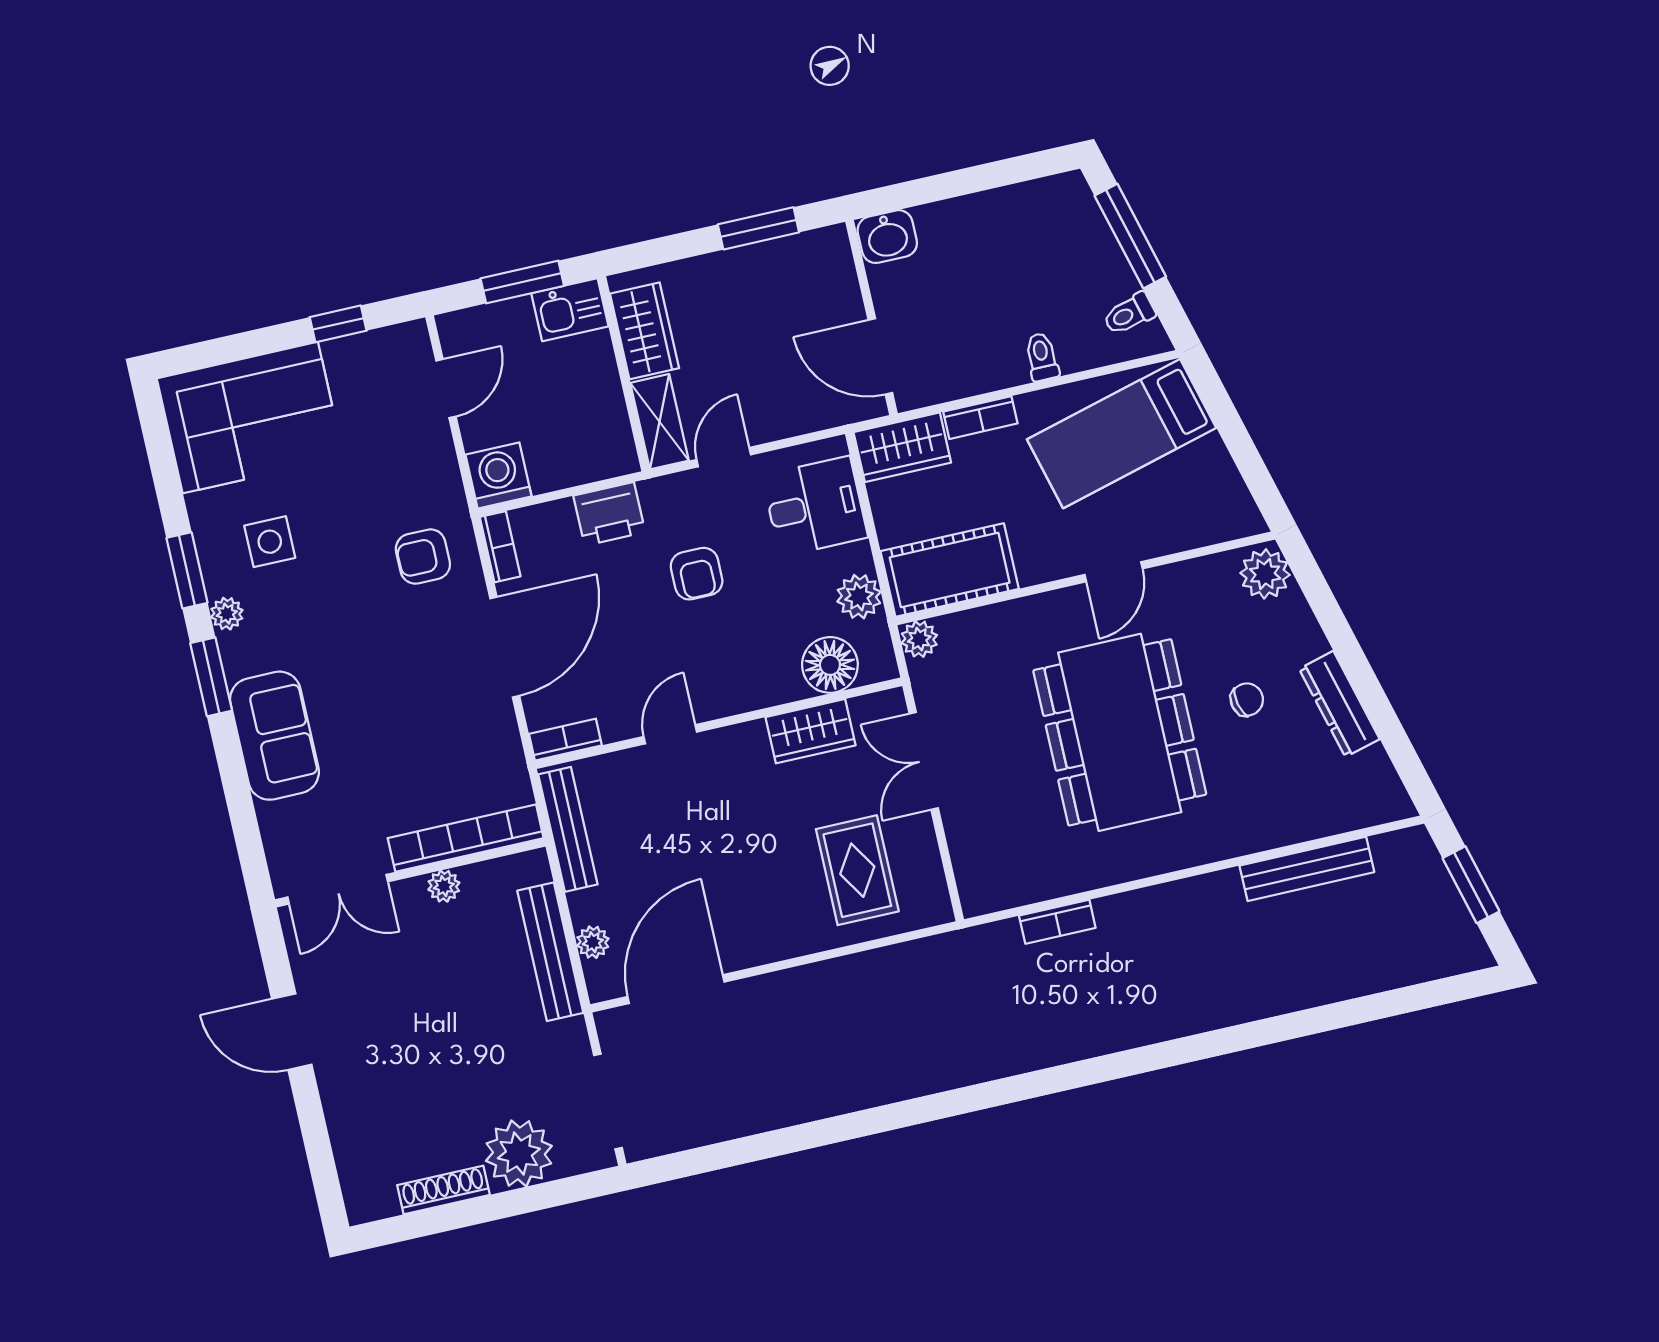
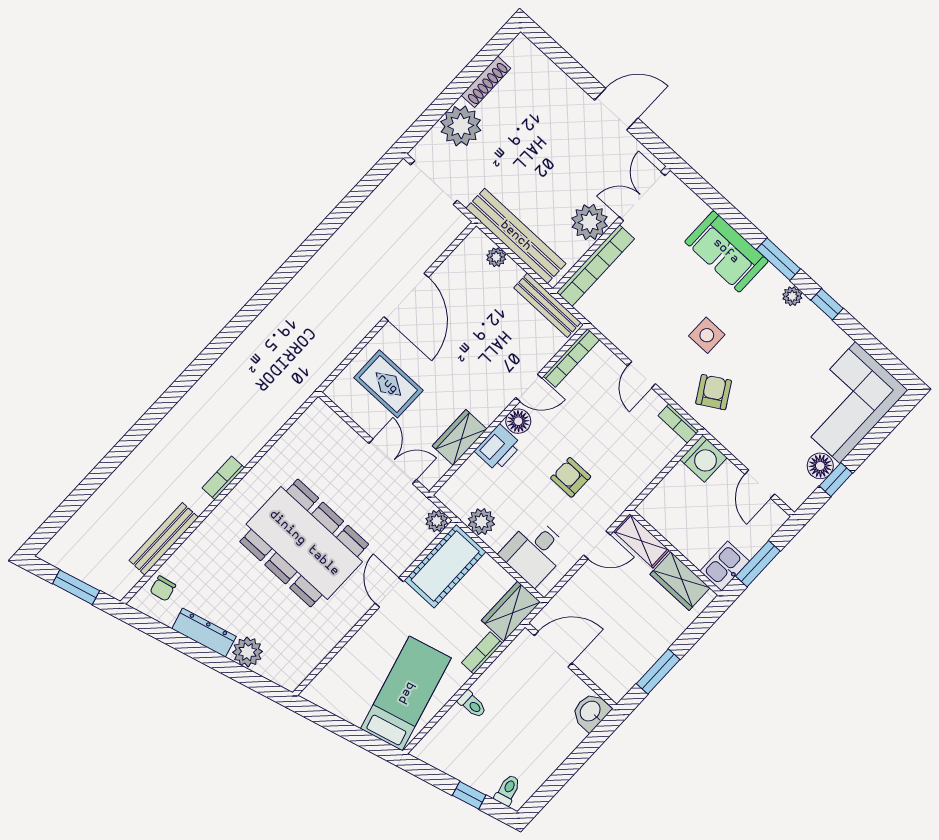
window: (1130, 236) -> (469, 795), width x0.46
toilet: (1129, 314) -> (508, 790), moved
floor lamp: (347, 357) -> (820, 466), added
door: (724, 457) -> (597, 545), hinge flipped
printer: (609, 514) -> (498, 448), moved, turned 180
side table: (270, 542) -> (707, 335), moved
armchair: (423, 557) -> (714, 392), turned -31
window: (187, 570) -> (827, 304), width x0.67
door: (1114, 572) -> (389, 592), moved
plant: (1265, 574) -> (248, 652), moved
door: (505, 647) -> (642, 375), width x0.53
floor lamp: (830, 665) -> (518, 421), moved, width x0.73, depth x0.73
chair: (1247, 700) -> (163, 588), moved
door: (670, 734) -> (529, 388), hinge flipped
bookcase: (565, 740) -> (571, 358), width x1.56
plant: (444, 886) -> (590, 222), width x1.87, depth x1.87
bookcase: (1057, 922) -> (223, 478), moved
bench: (550, 952) -> (516, 236), width x1.37, depth x1.21
door: (676, 989) -> (406, 297), moved

